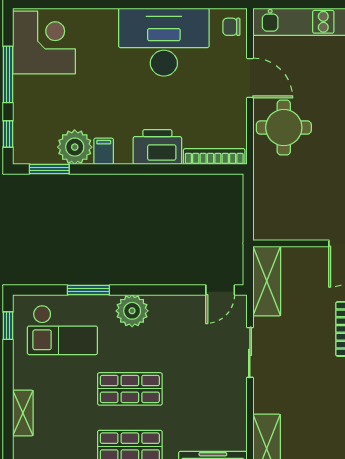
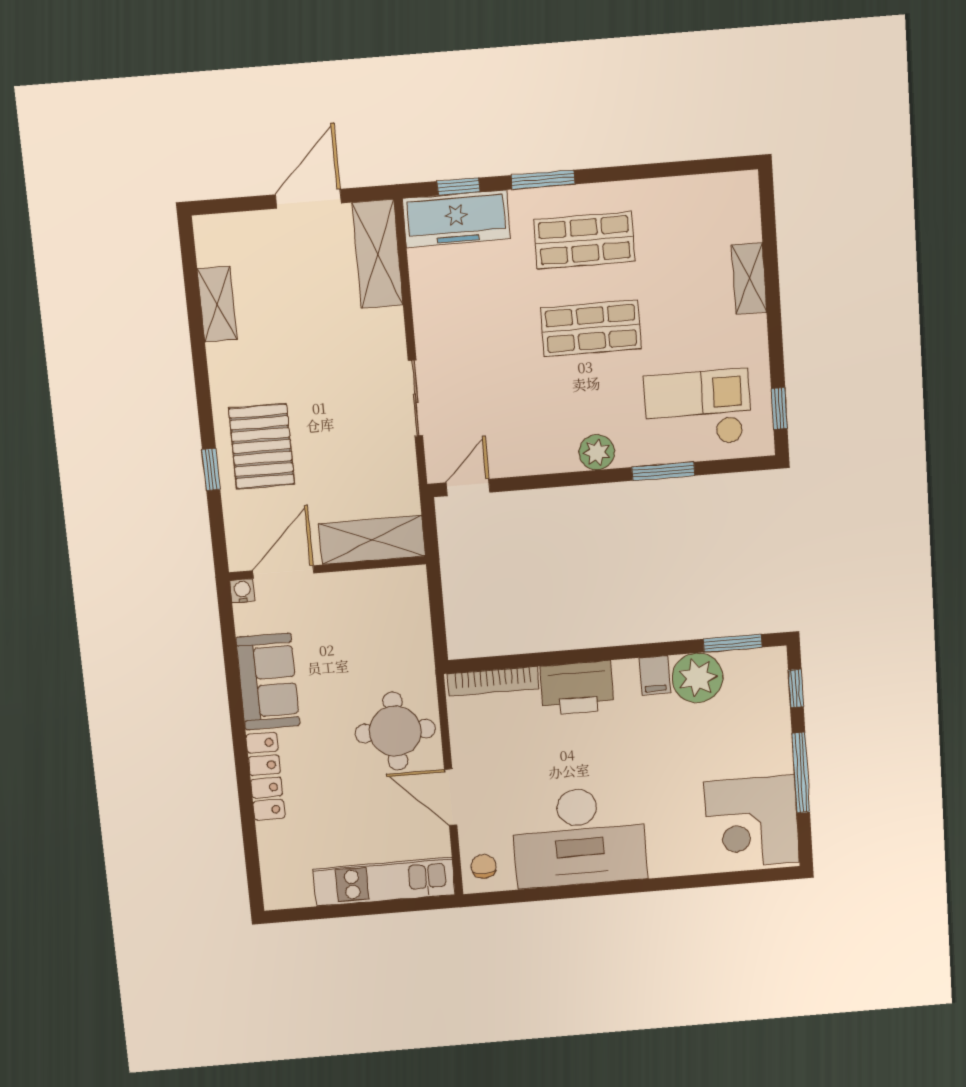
chair: (231, 27) -> (484, 866), turned -90
shelving: (267, 281) -> (372, 540), moved, turned 90
plant: (132, 311) -> (597, 452), width x0.73, depth x0.73

